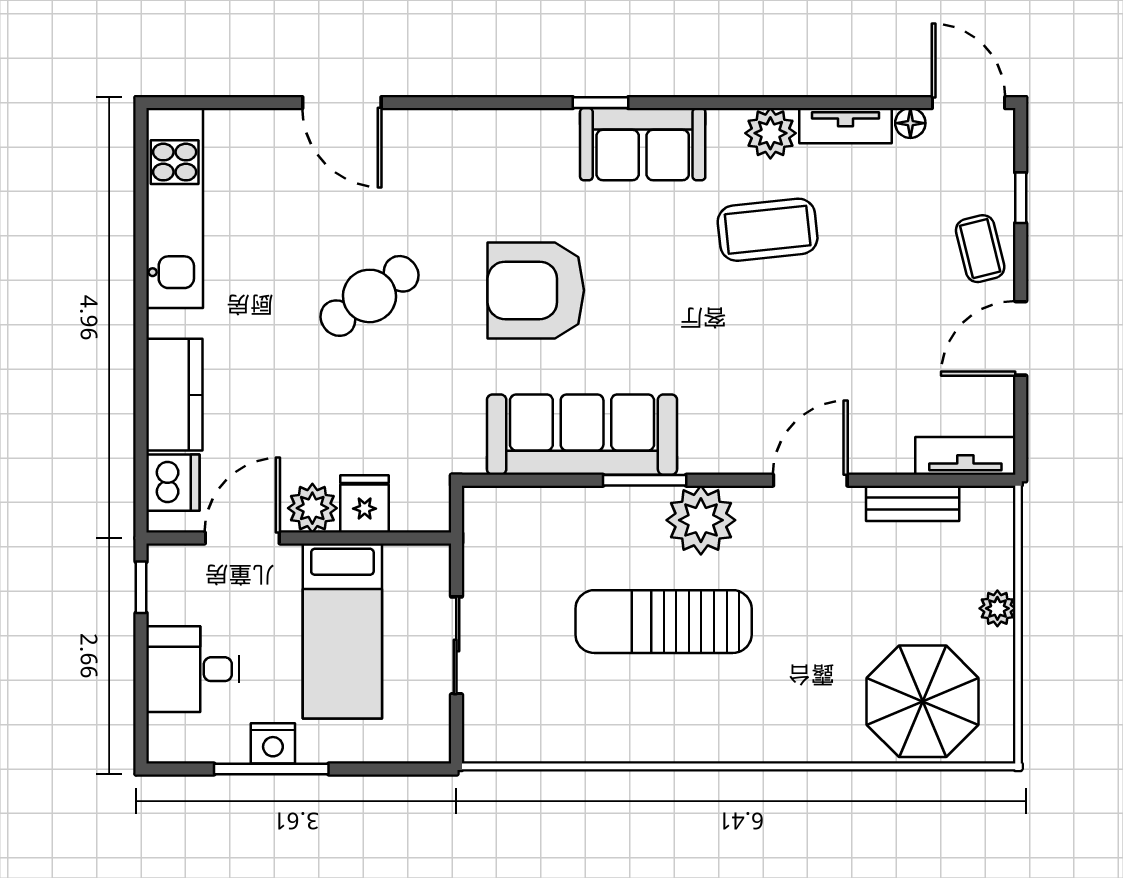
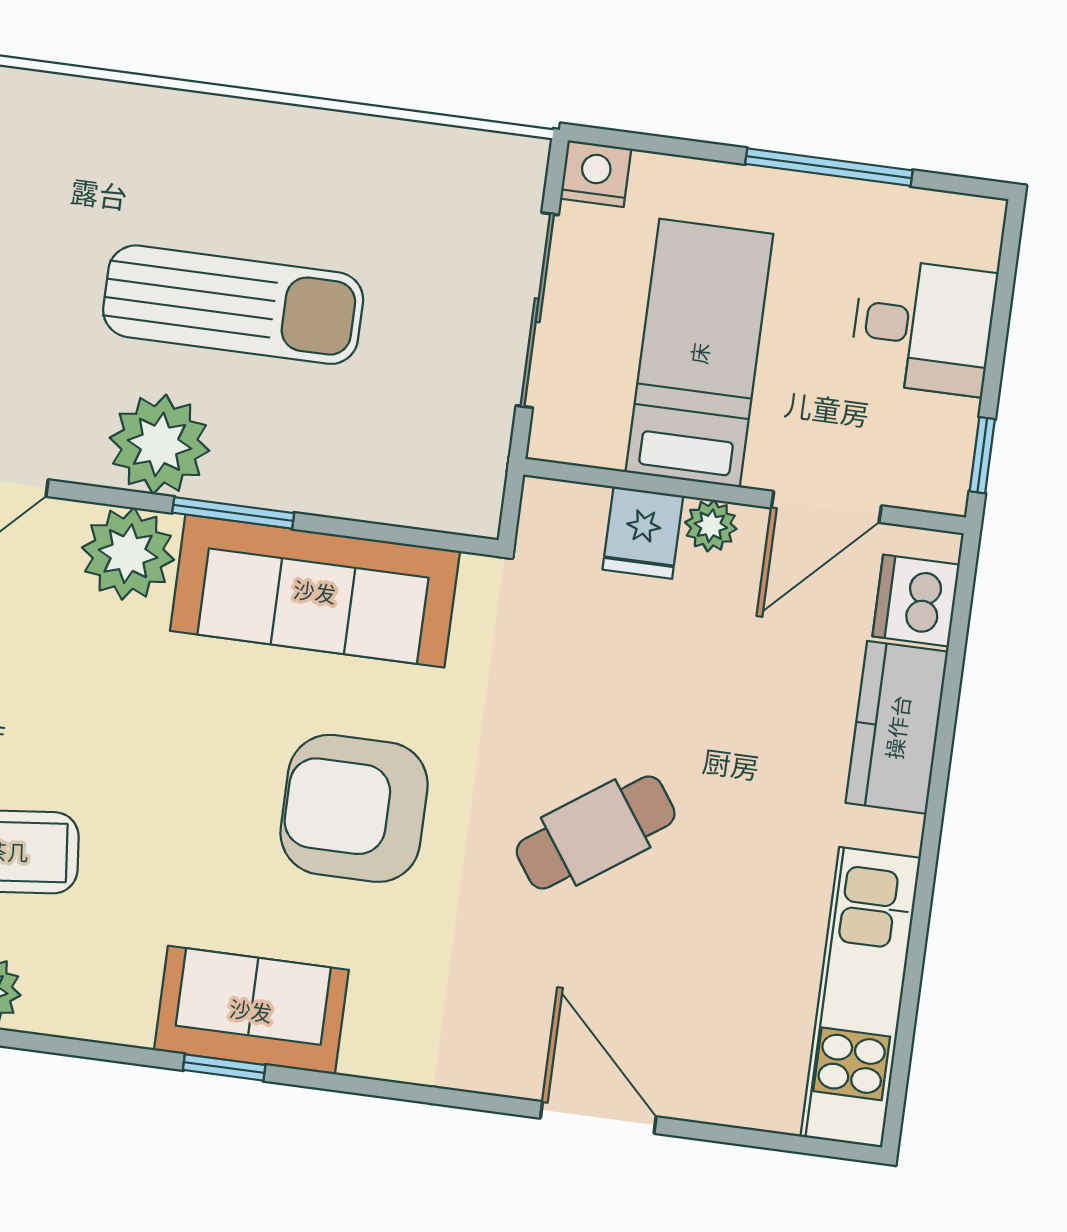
sofa: (643, 144) -> (251, 1010), moved
armchair: (536, 290) -> (354, 808), turned 180
plant: (712, 443) -> (128, 554), added
plant: (312, 508) -> (711, 526), width x0.73, depth x0.73
sliding door: (456, 645) -> (537, 310), width x1.37
nightstand: (273, 743) -> (596, 174), moved

